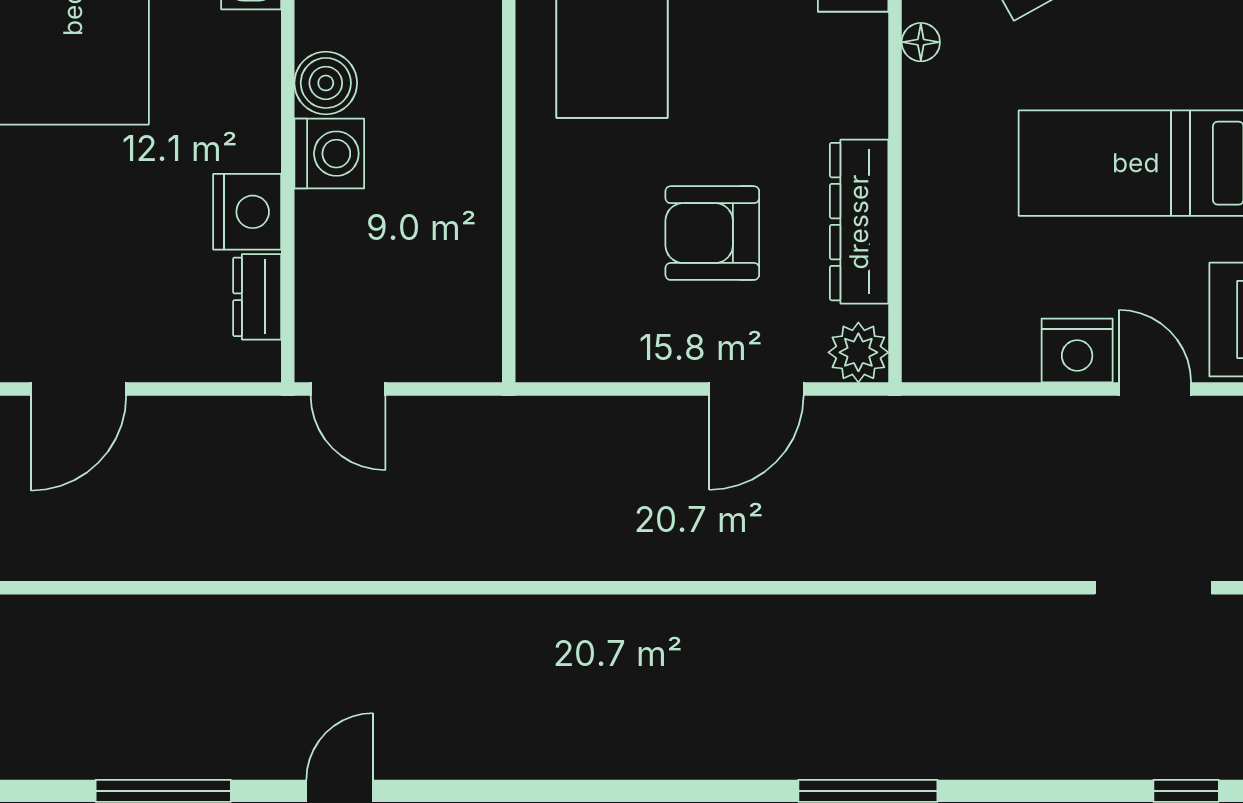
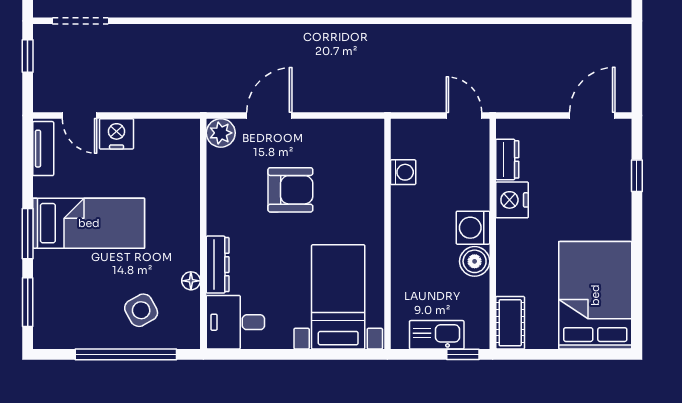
dresser: (859, 222) -> (218, 265), moved, width x0.73, depth x0.80
washing machine: (476, 270) -> (403, 172), added

